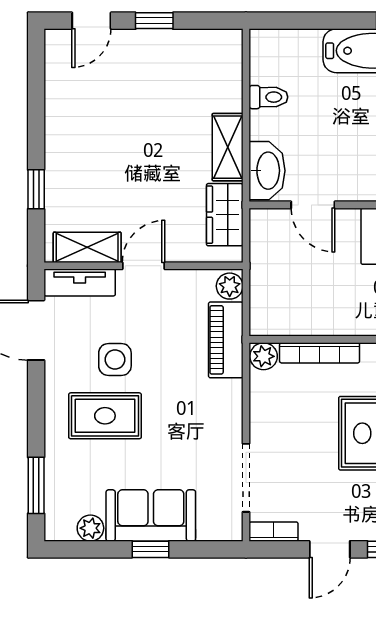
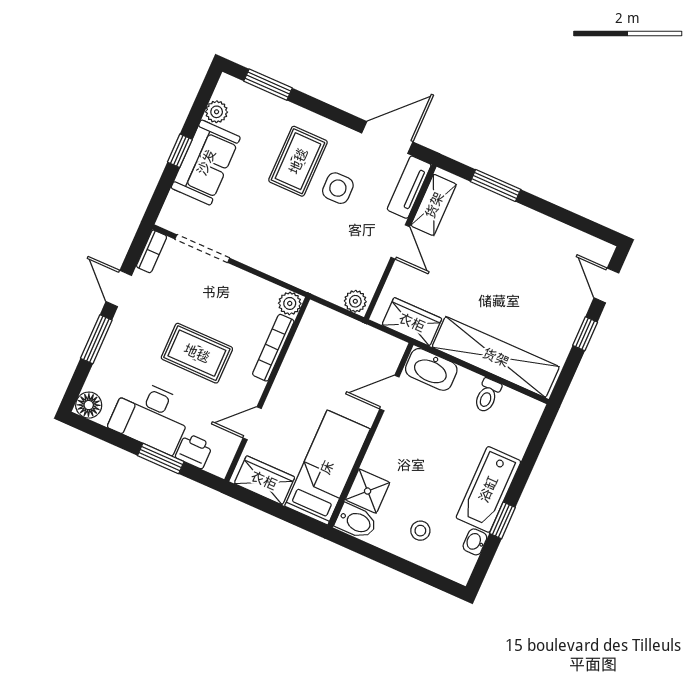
shelving: (228, 147) -> (496, 357), width x2.20, depth x1.33
window: (36, 189) -> (496, 185), width x1.50
piano: (226, 340) -> (315, 280), removed

